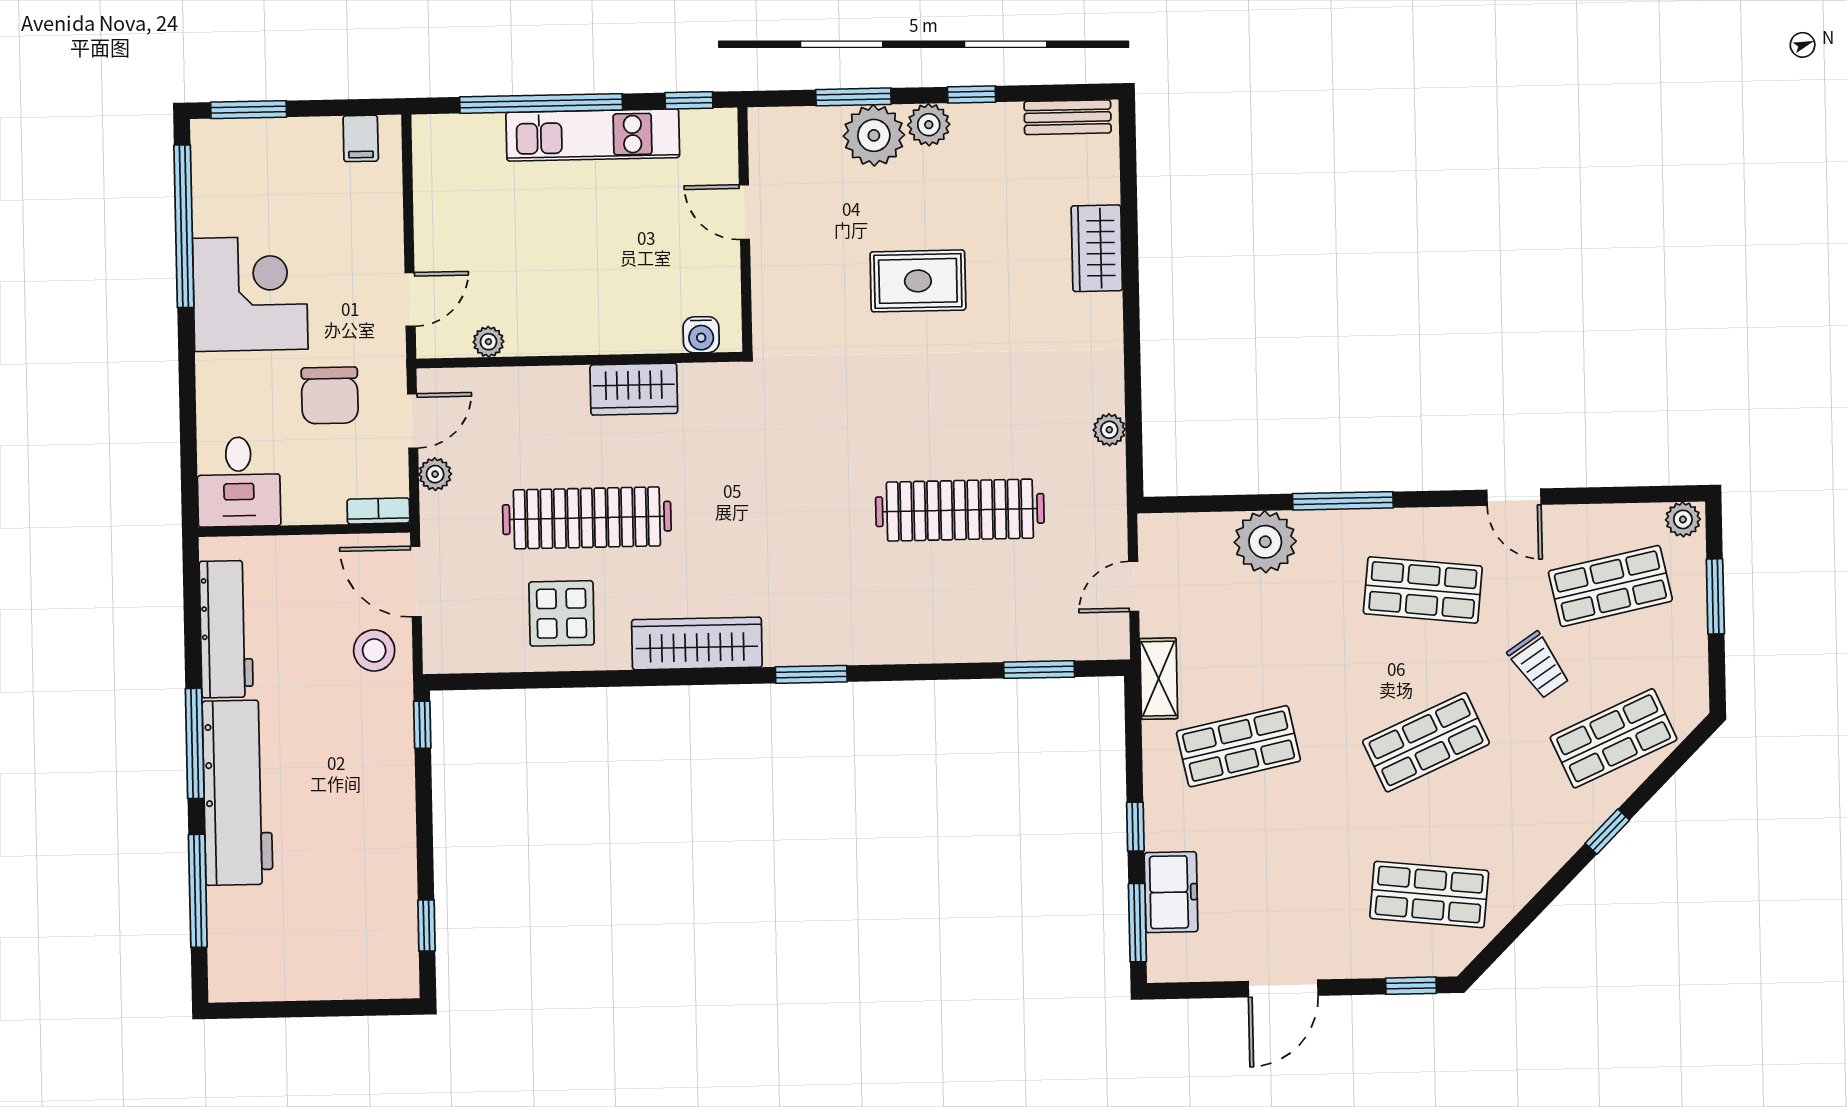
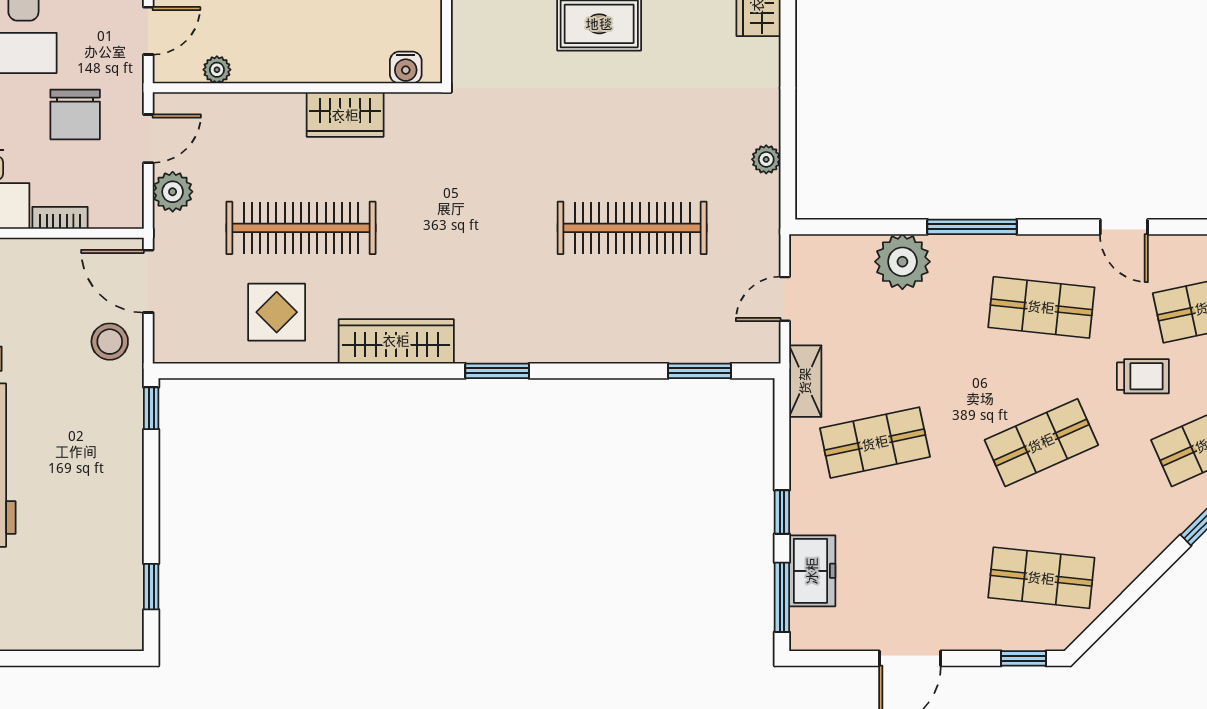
plant: (435, 474) -> (173, 192), width x1.38, depth x1.38
bookcase: (378, 511) -> (60, 218), moved
trolley: (1539, 665) -> (1143, 376), turned -56

